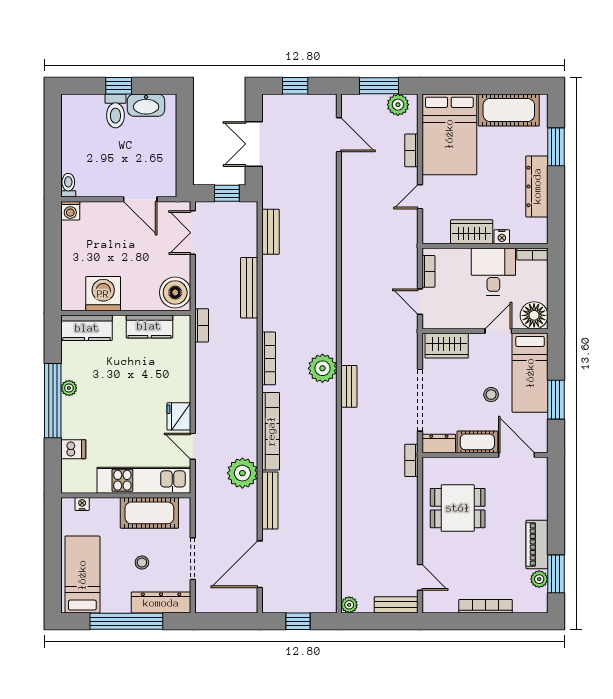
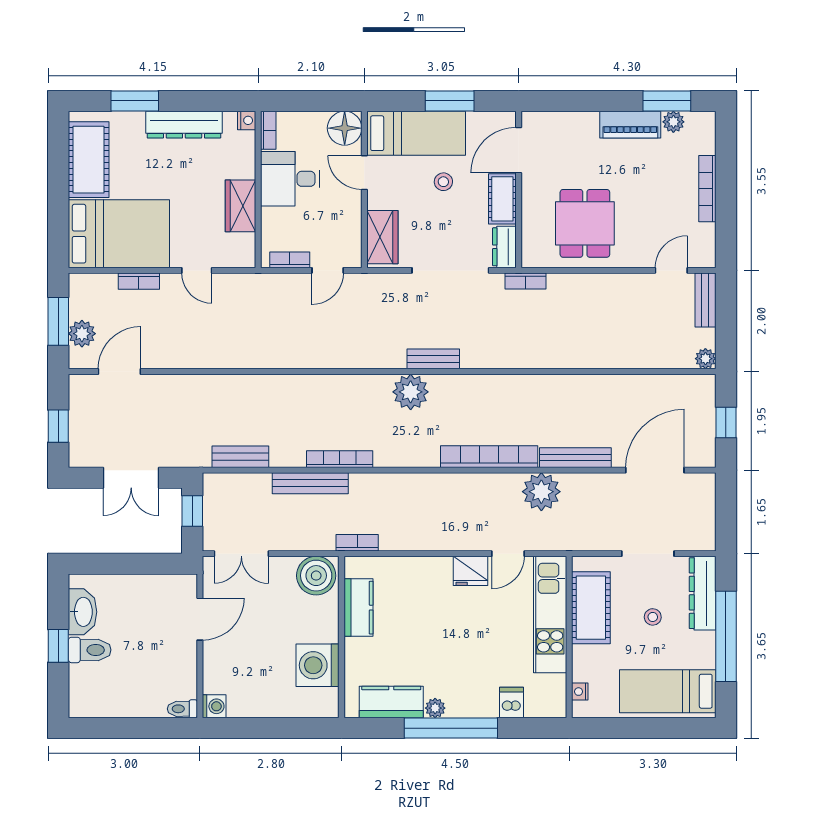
plant: (398, 105) -> (82, 334), moved
nightstand: (502, 237) -> (247, 120), moved
kitchen counter: (87, 328) -> (391, 702), moved, turned -90
bookcase: (269, 358) -> (340, 459), moved
door: (260, 564) -> (655, 470), swing flipped

